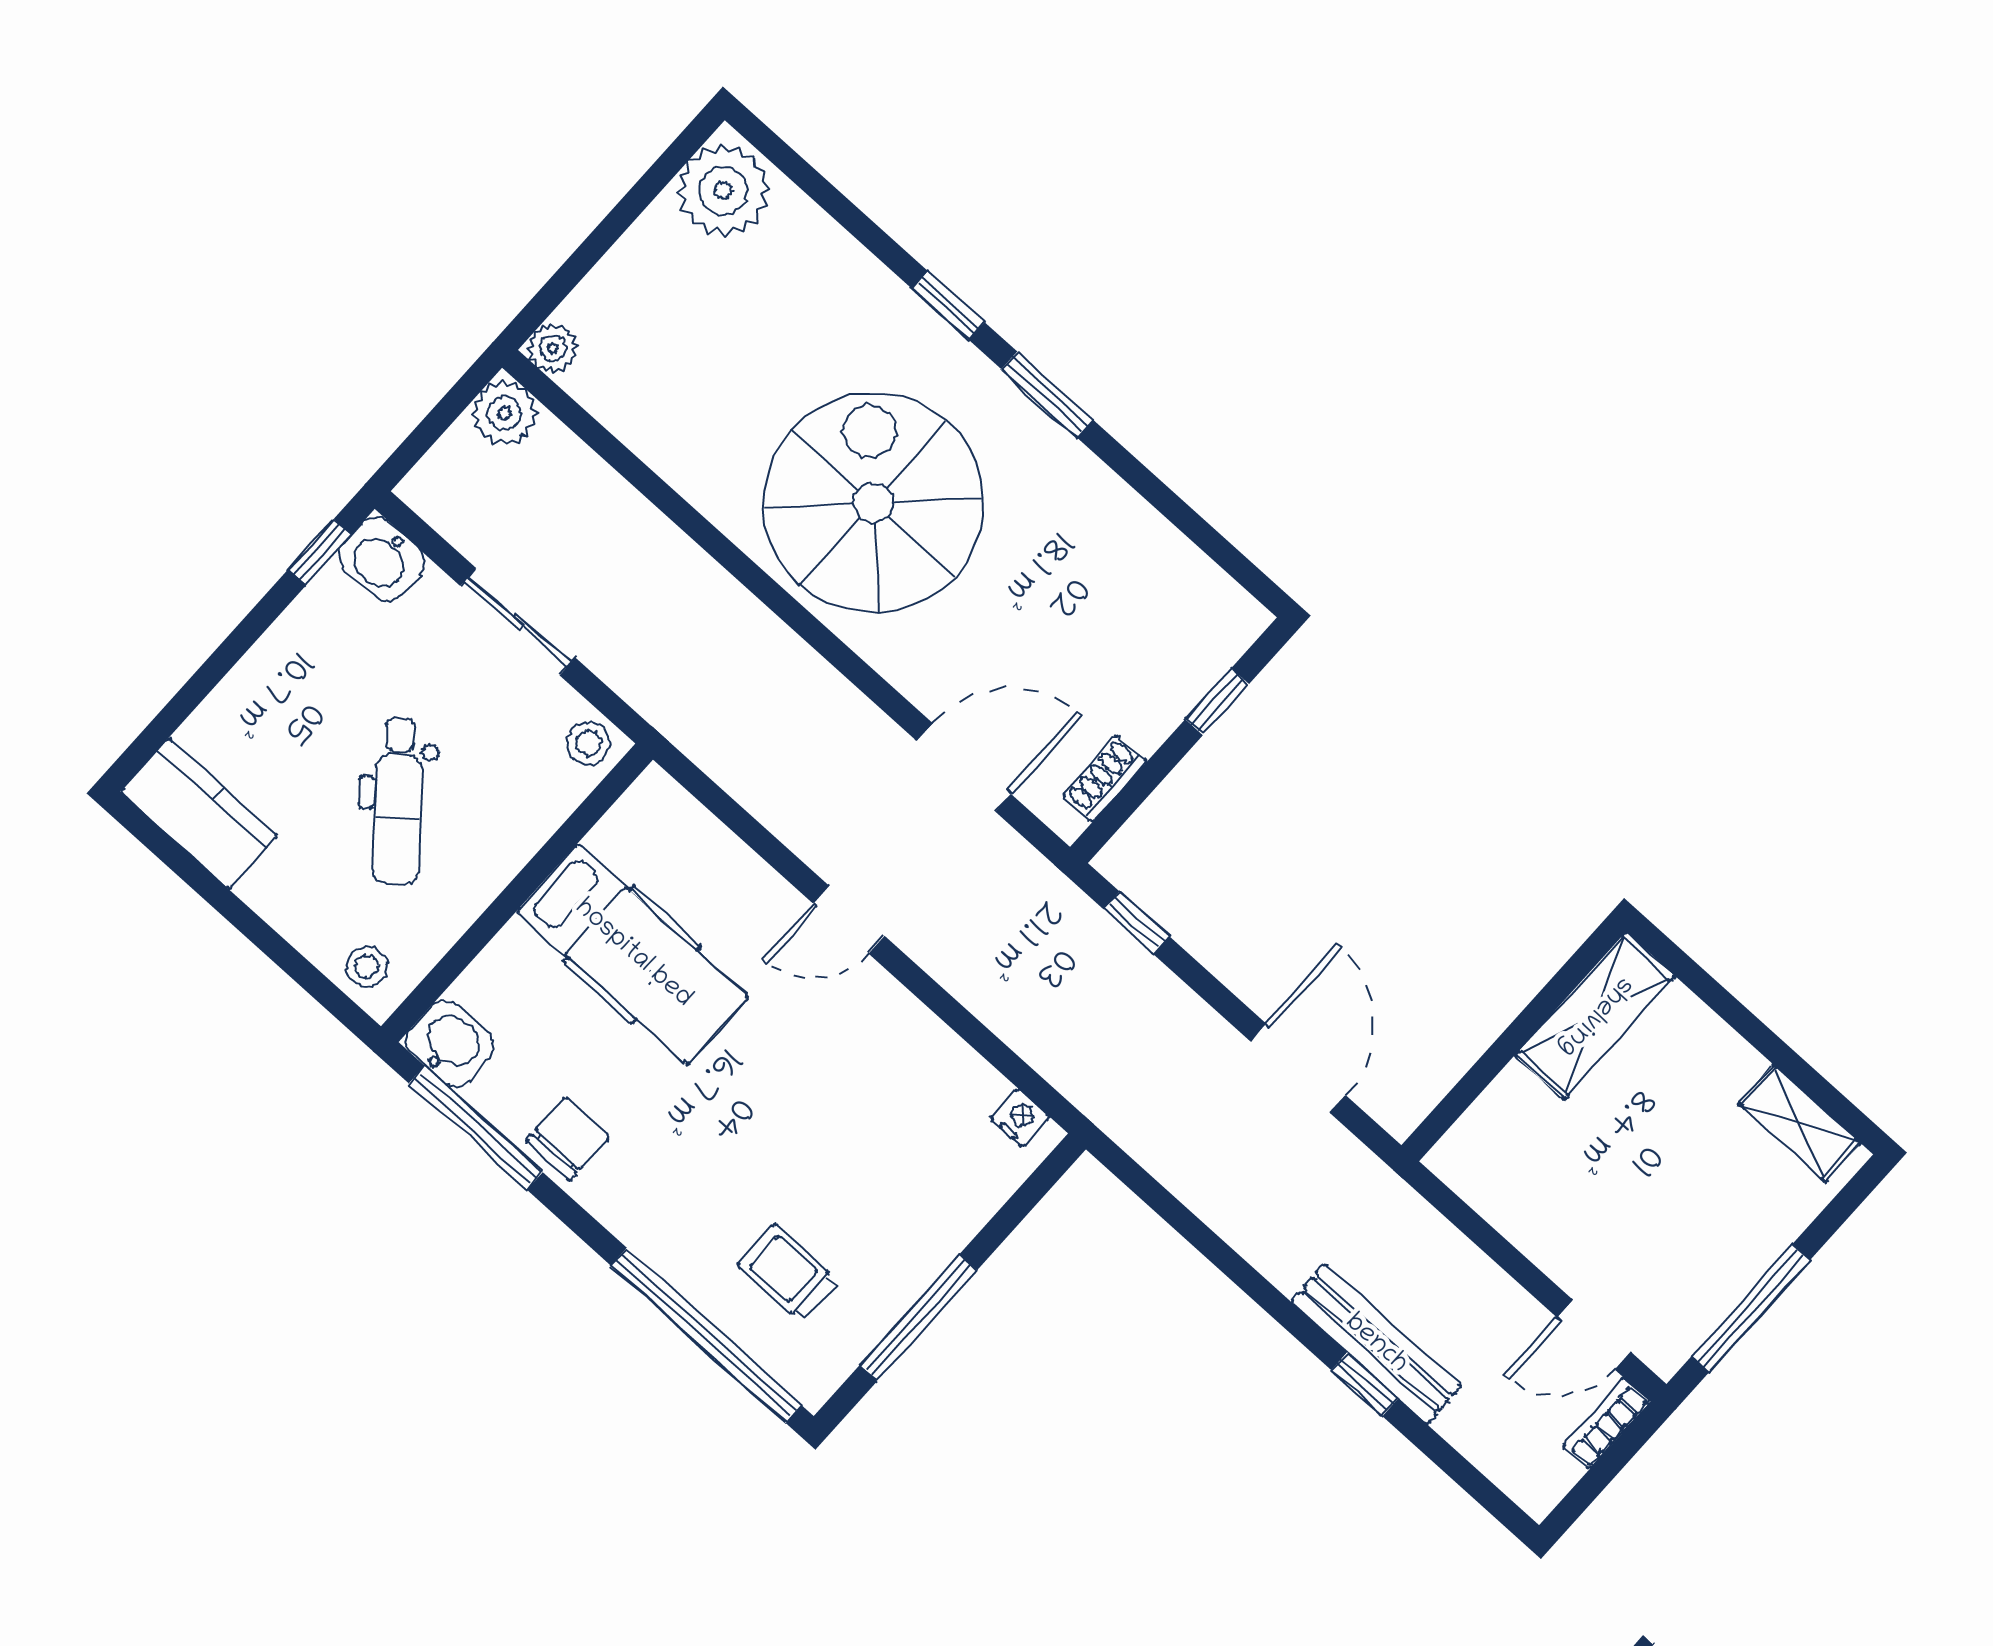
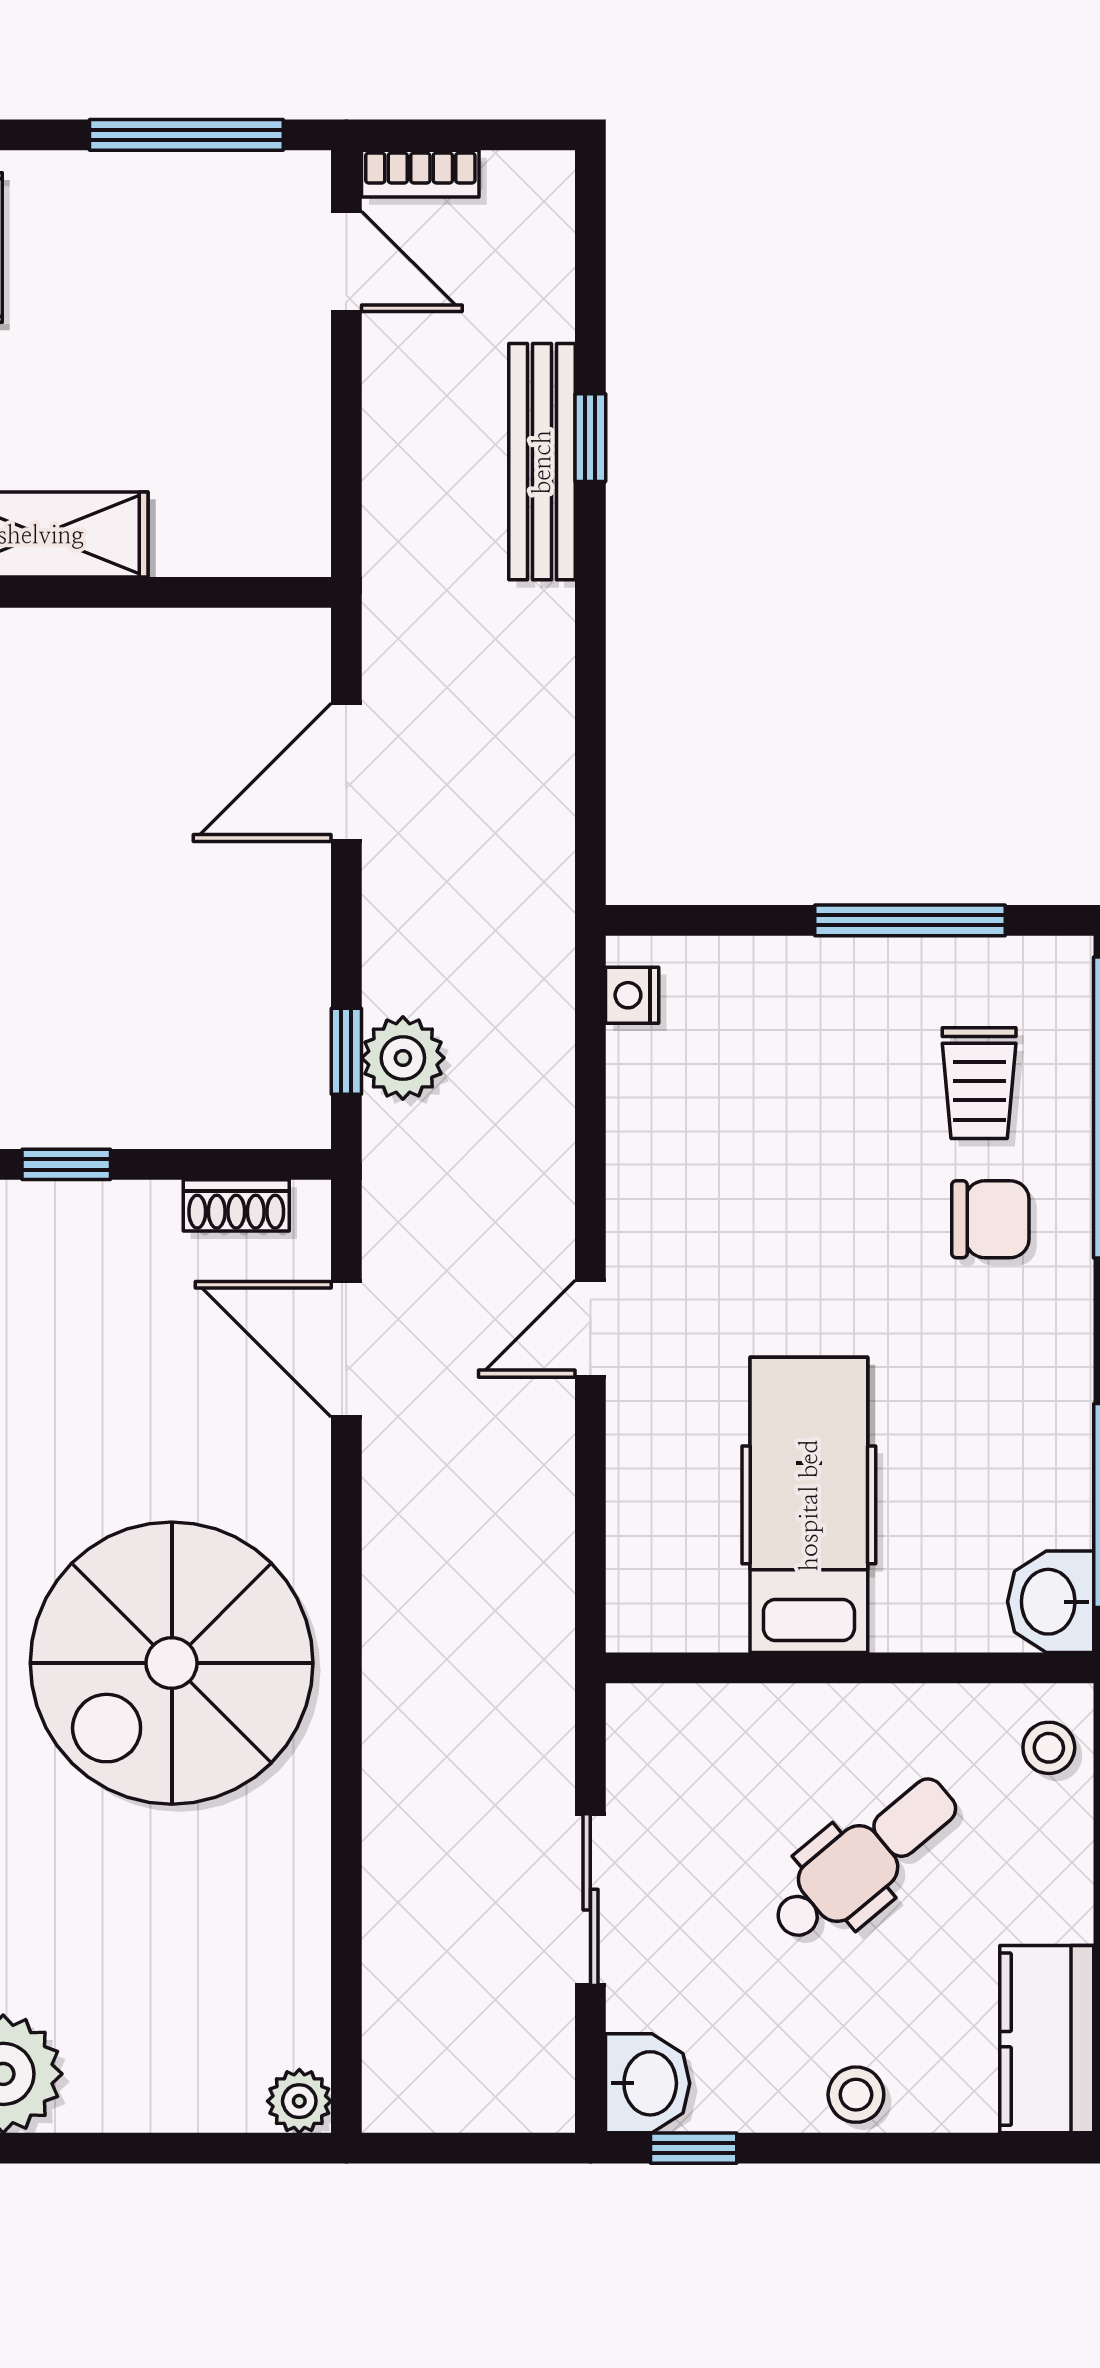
plant: (504, 413) -> (403, 1058), moved
stool: (589, 743) -> (856, 2095), moved
door: (849, 920) -> (590, 1329), swing flipped
chair: (568, 1138) -> (990, 1219), moved, turned 180

